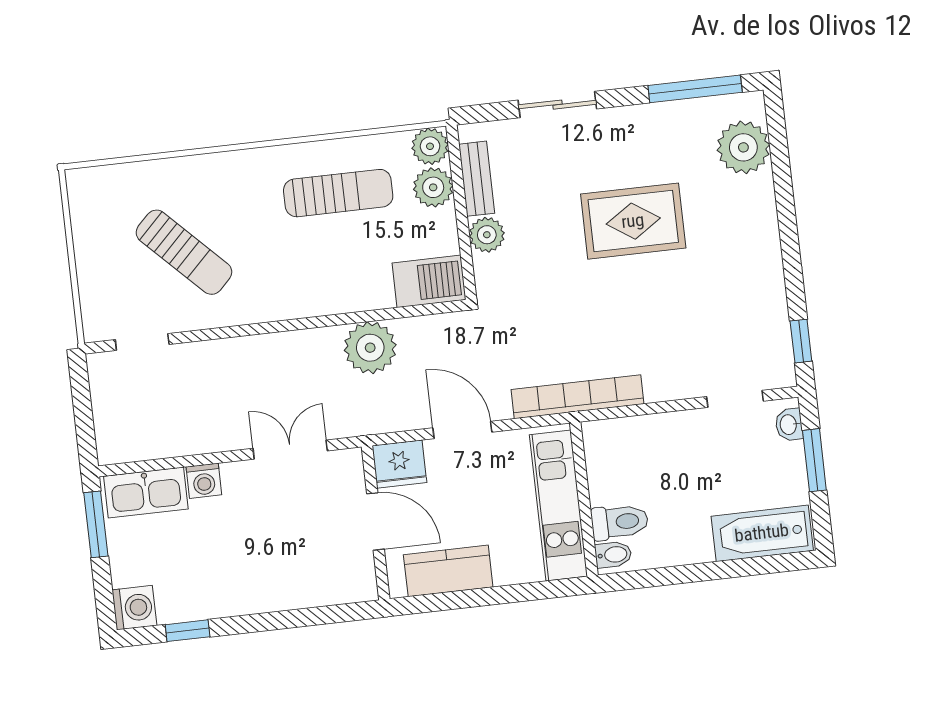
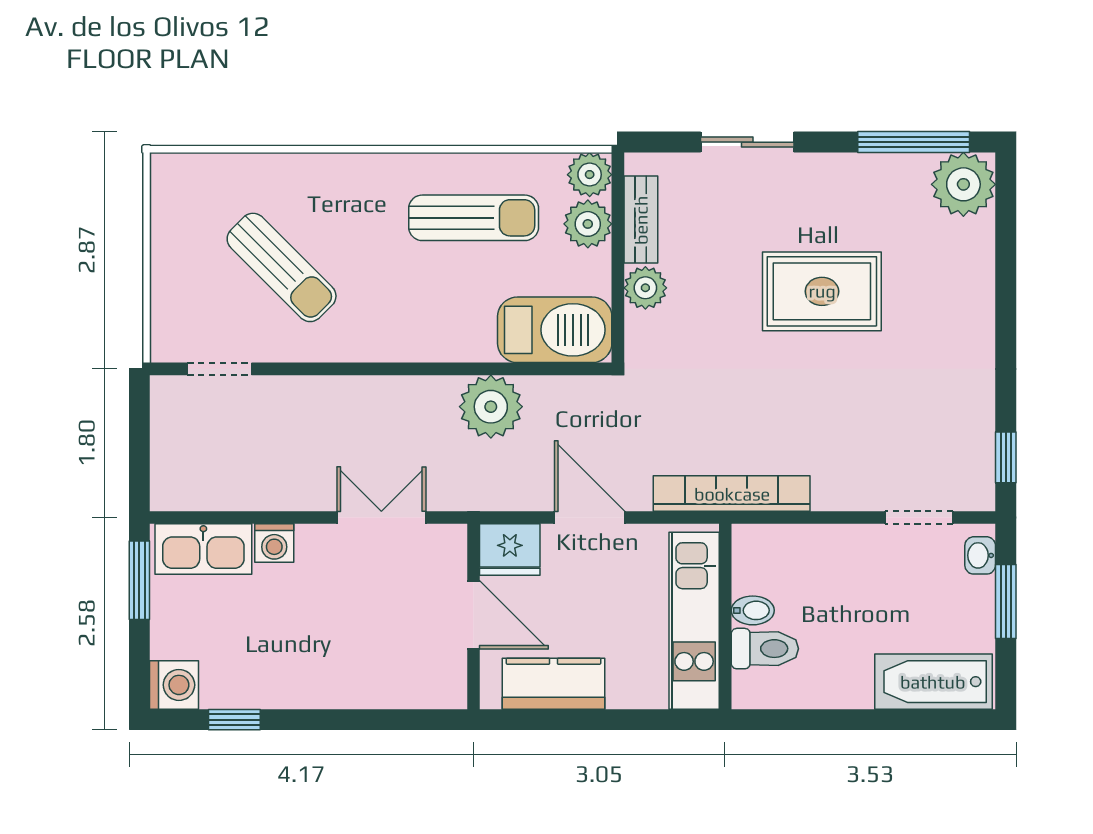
plant: (743, 147) -> (963, 184), moved
barbecue: (429, 281) -> (555, 330), width x1.37, depth x1.21
bidet: (613, 555) -> (753, 610), moved

